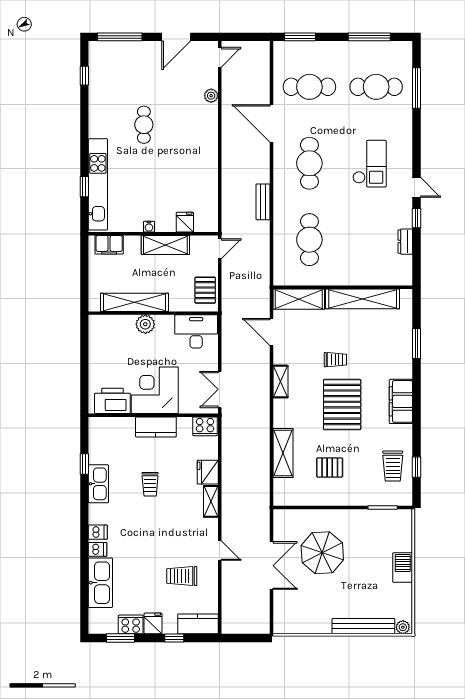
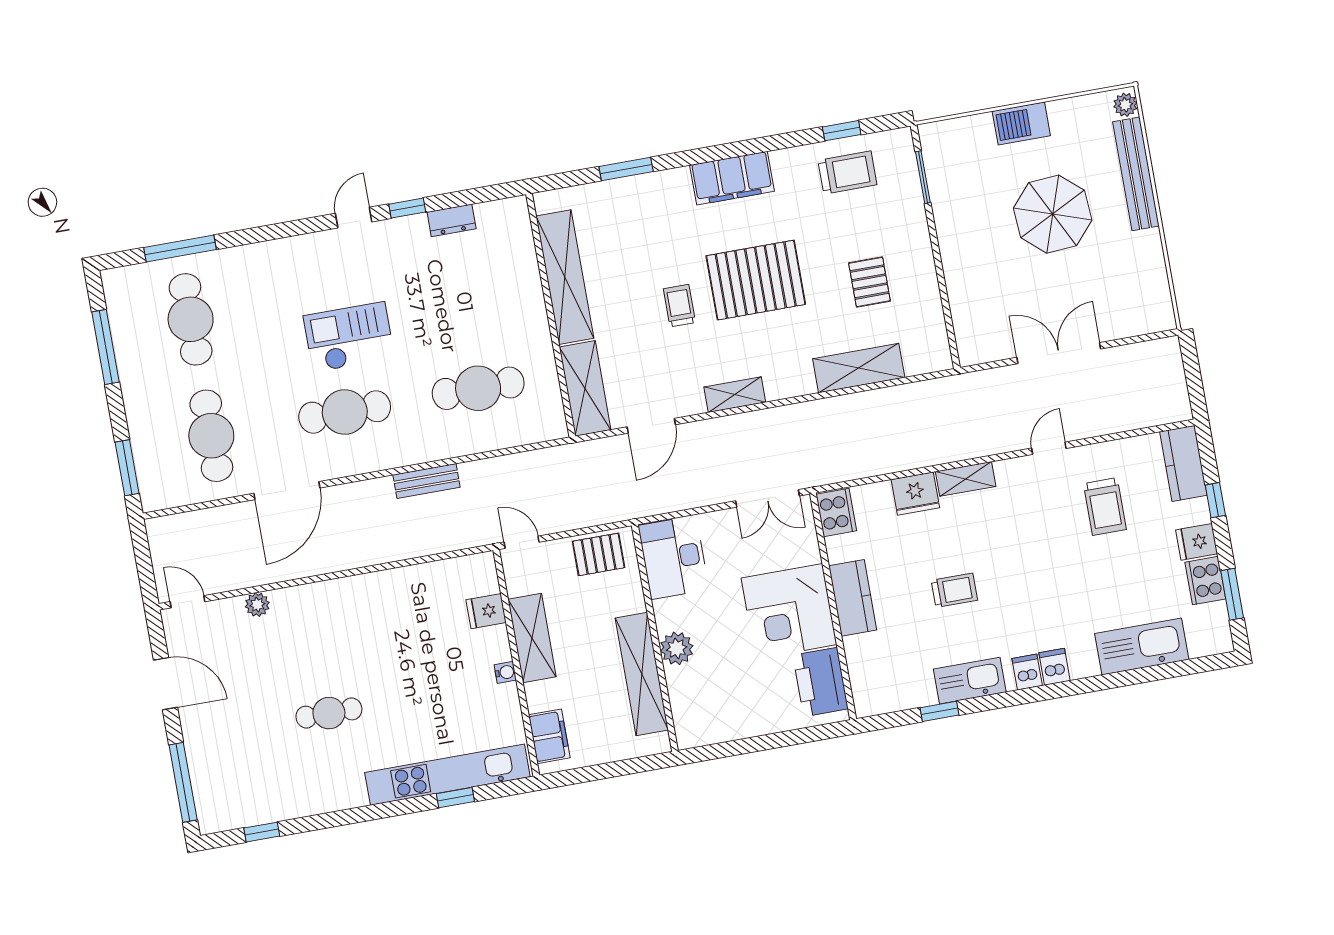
checkout: (370, 164) -> (349, 337), moved
dishwasher: (98, 549) -> (1027, 672), moved
parasol: (322, 553) -> (1053, 214), moved

